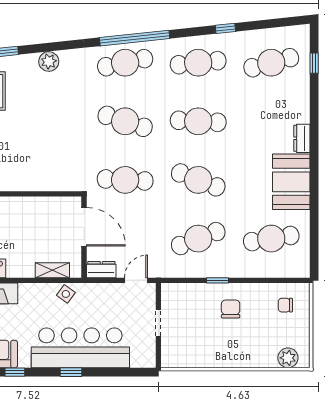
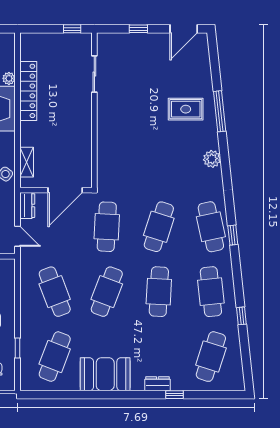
window: (135, 38) -> (233, 235), width x0.32
cafe table: (271, 63) -> (211, 357), turned 33
window: (314, 63) -> (174, 395), moved
dresser: (302, 138) -> (157, 384), moved
cafe table: (271, 239) -> (55, 357), turned 30
window: (217, 280) -> (18, 348), moved

